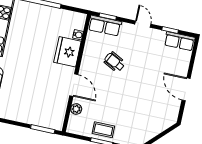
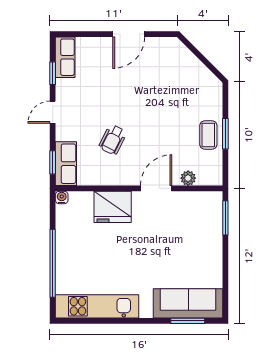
water cooler: (78, 35) -> (62, 198), moved

